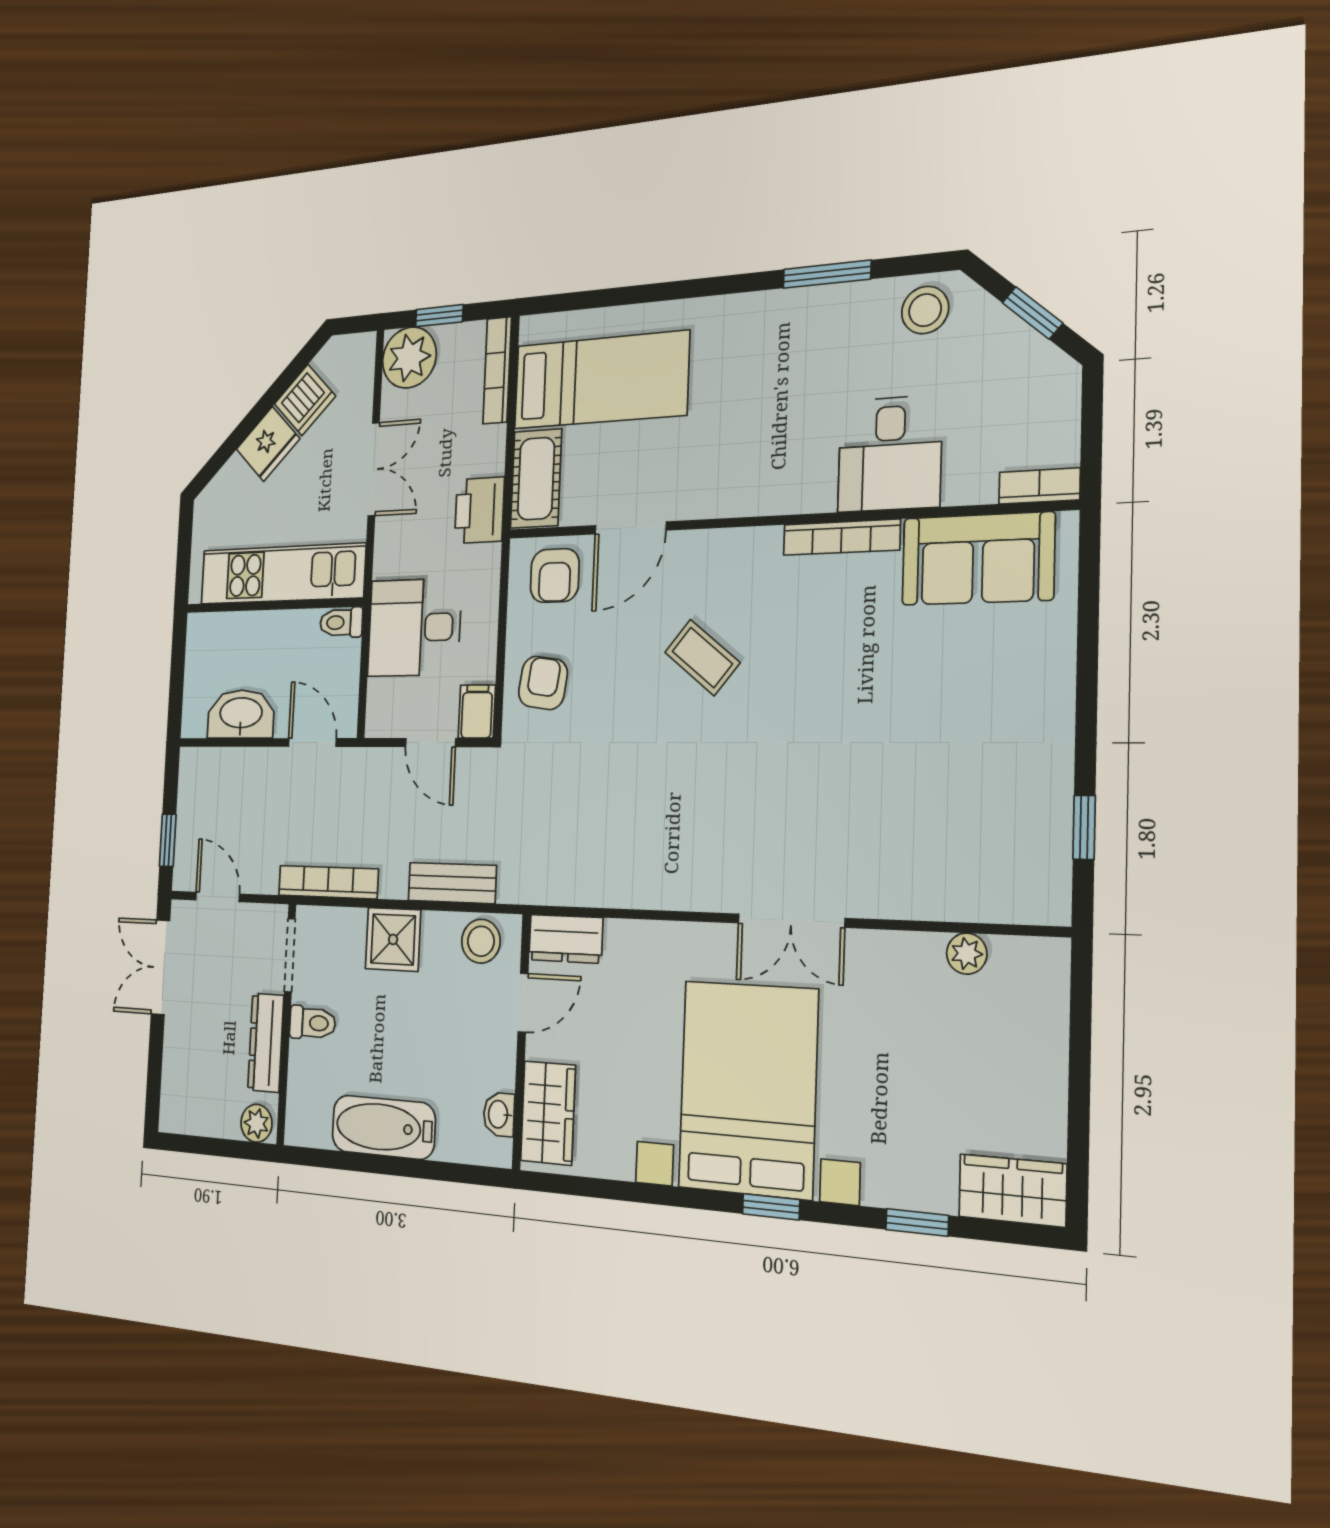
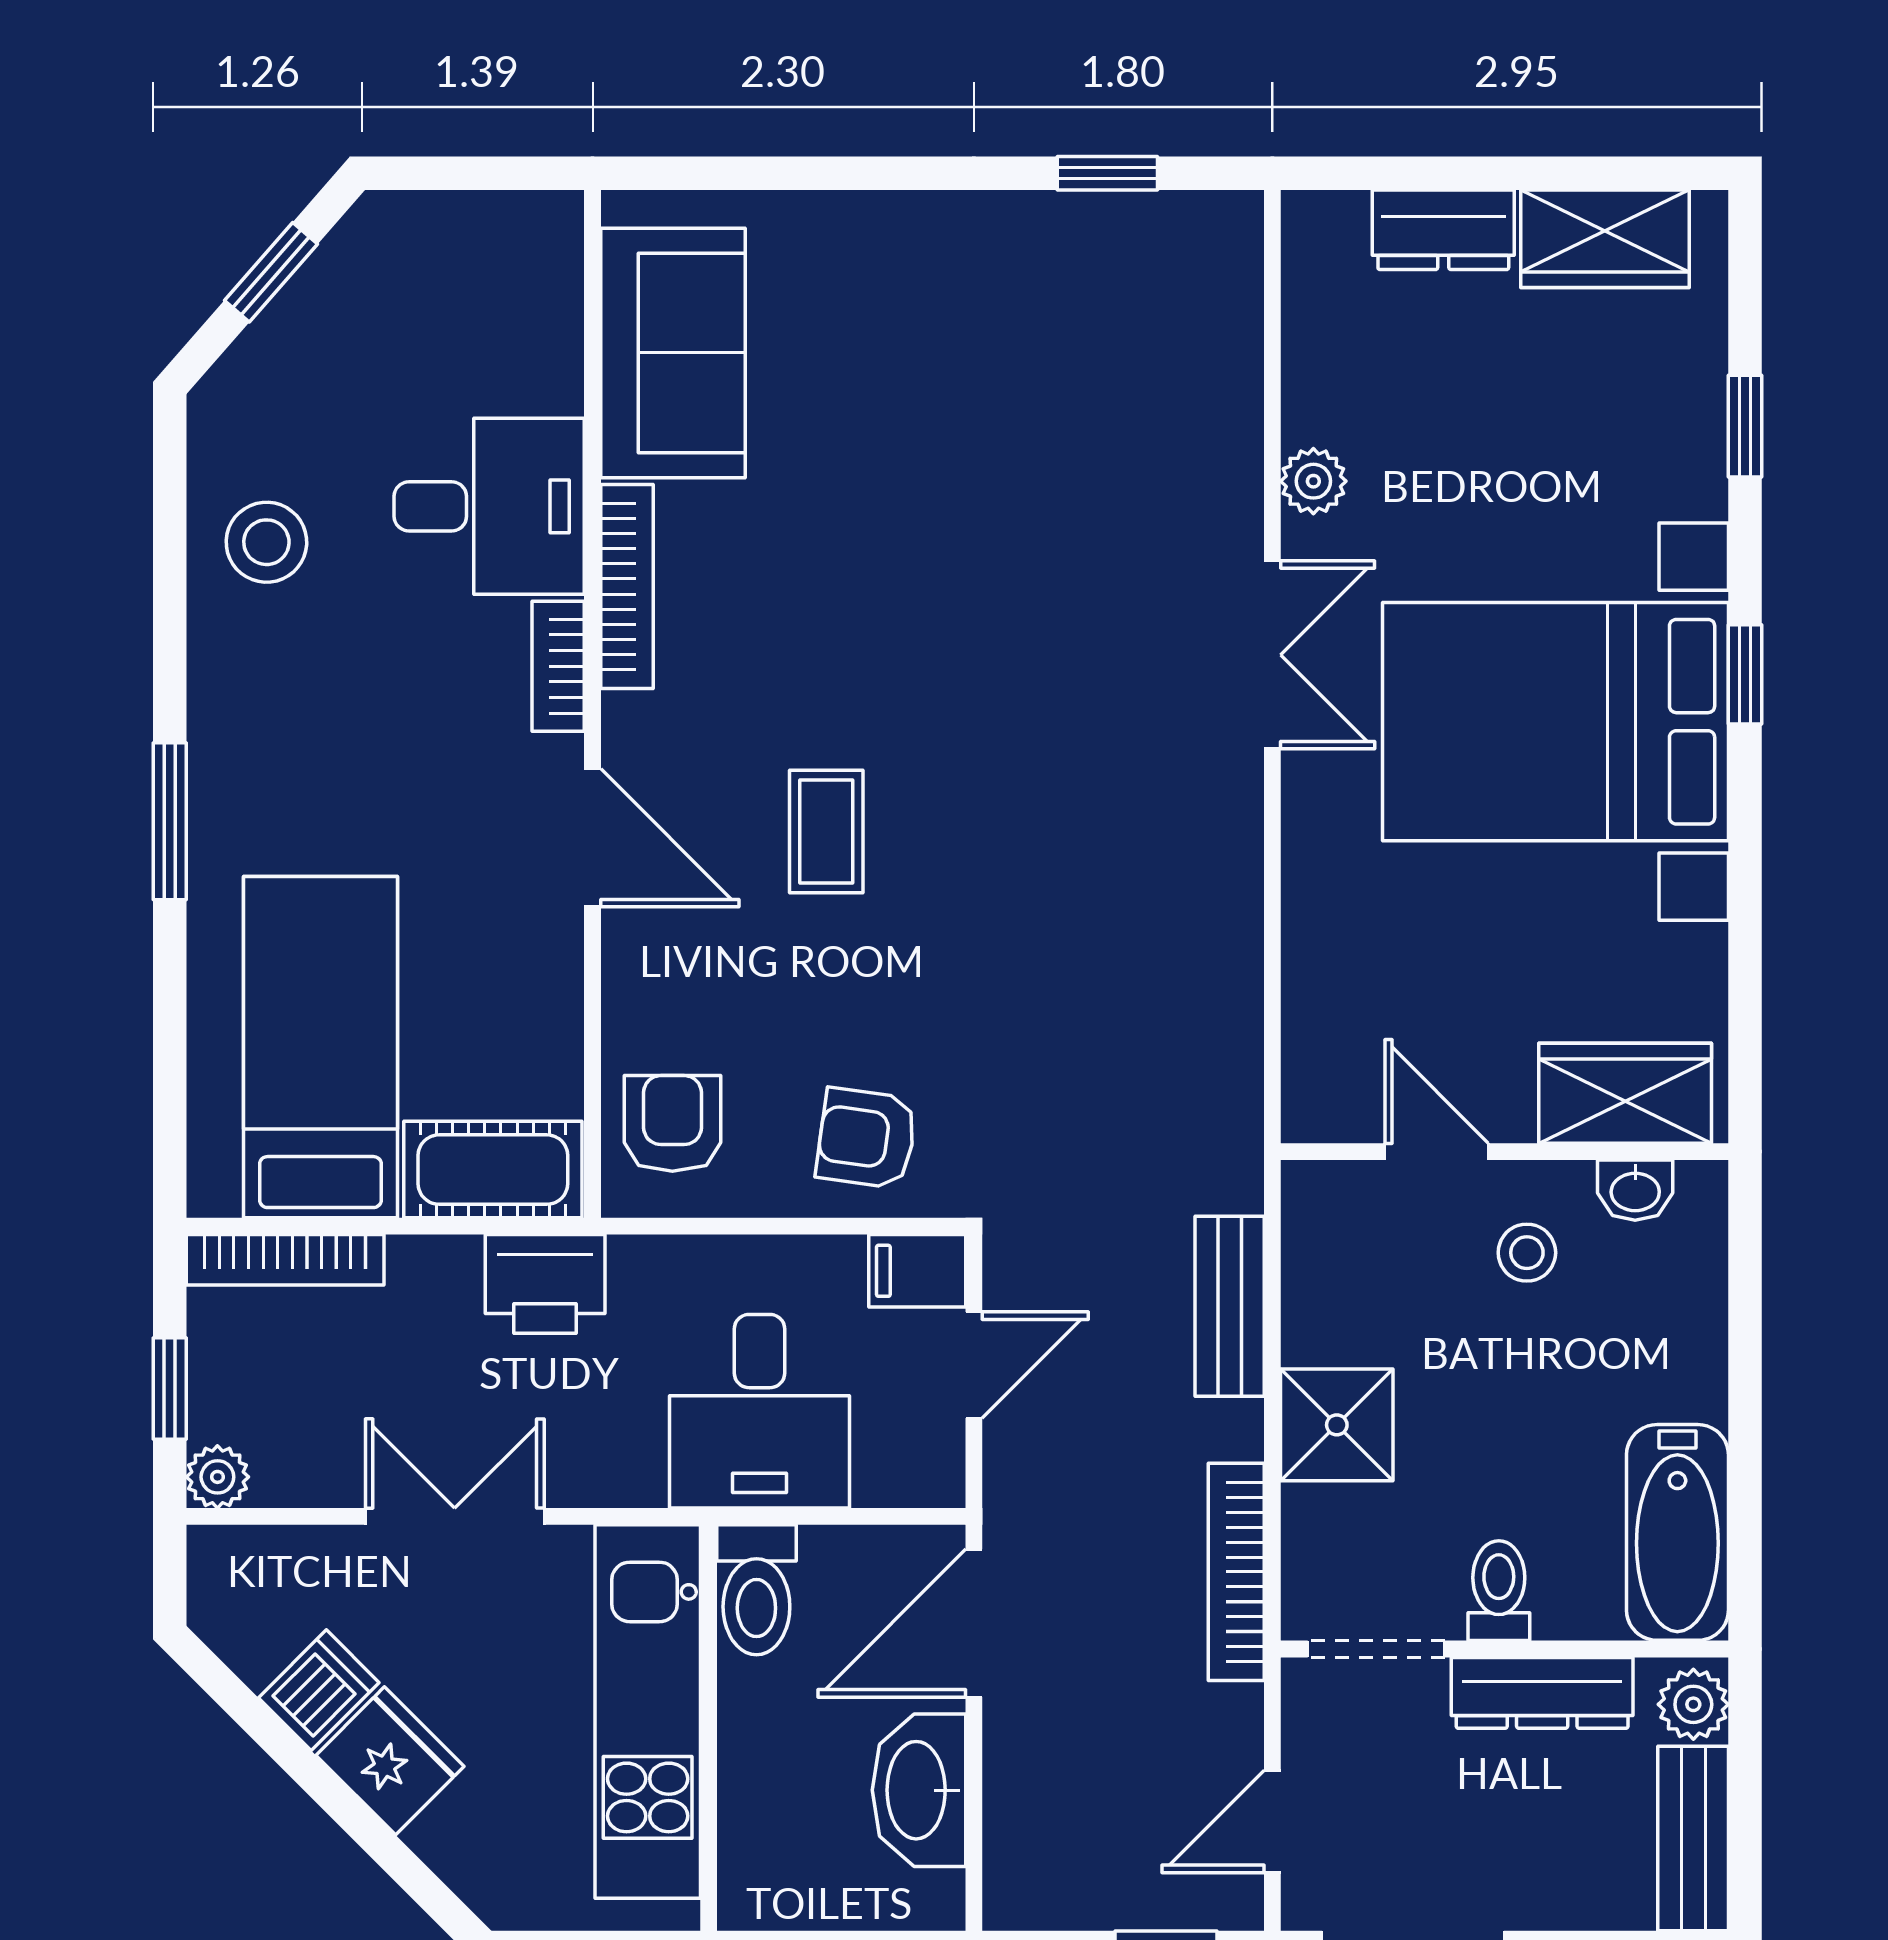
window: (827, 274) -> (170, 821), moved
stool: (925, 310) -> (266, 542), moved
plant: (409, 358) -> (217, 1477), width x0.53, depth x0.53
dishwasher: (305, 400) -> (319, 1690), width x0.73
bookcase: (1039, 486) -> (558, 666), moved
door: (630, 528) -> (593, 838), moved
armchair: (555, 576) -> (672, 1123), turned -90
toilet: (341, 622) -> (756, 1590), width x1.37, depth x1.39
coffee table: (702, 658) -> (826, 832), turned -39
door: (312, 743) -> (974, 1623), width x1.37
dresser: (566, 939) -> (1443, 230), moved, turned 90
stool: (481, 941) -> (1527, 1253), moved, width x0.73, depth x0.73
plant: (967, 954) -> (1313, 481), moved
bench: (198, 1117) -> (1693, 1838), added
bathtub: (383, 1127) -> (1677, 1532), moved
wardrobe: (1012, 1190) -> (1605, 239), moved, turned -90

